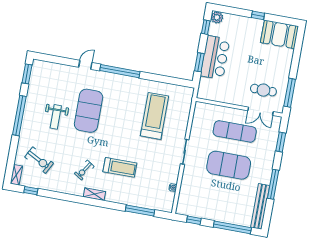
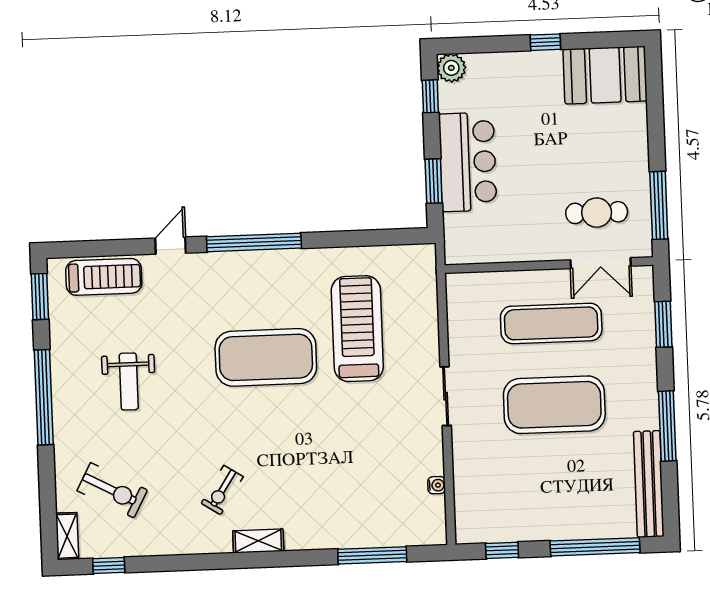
exercise mat: (89, 111) -> (266, 357), moved, turned 90
treadmill: (120, 167) -> (104, 277), moved

